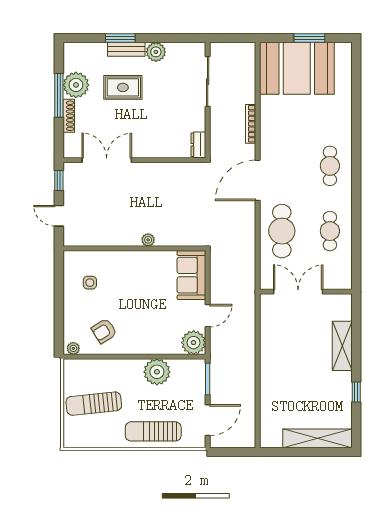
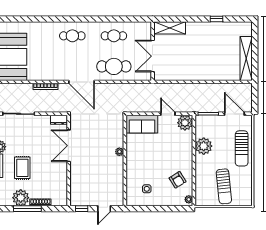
double door: (107, 160) -> (69, 146), moved
shelving: (342, 346) -> (170, 28), moved
shelving: (317, 438) -> (246, 59), moved

